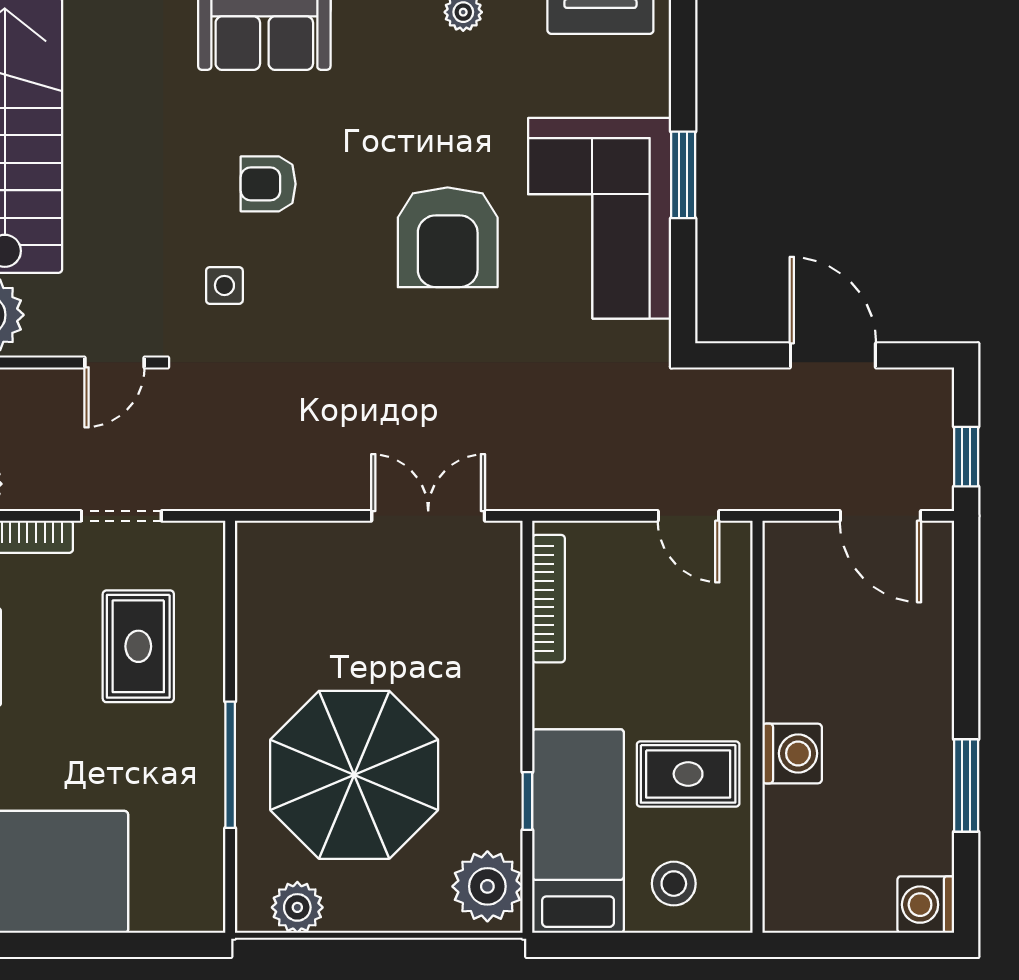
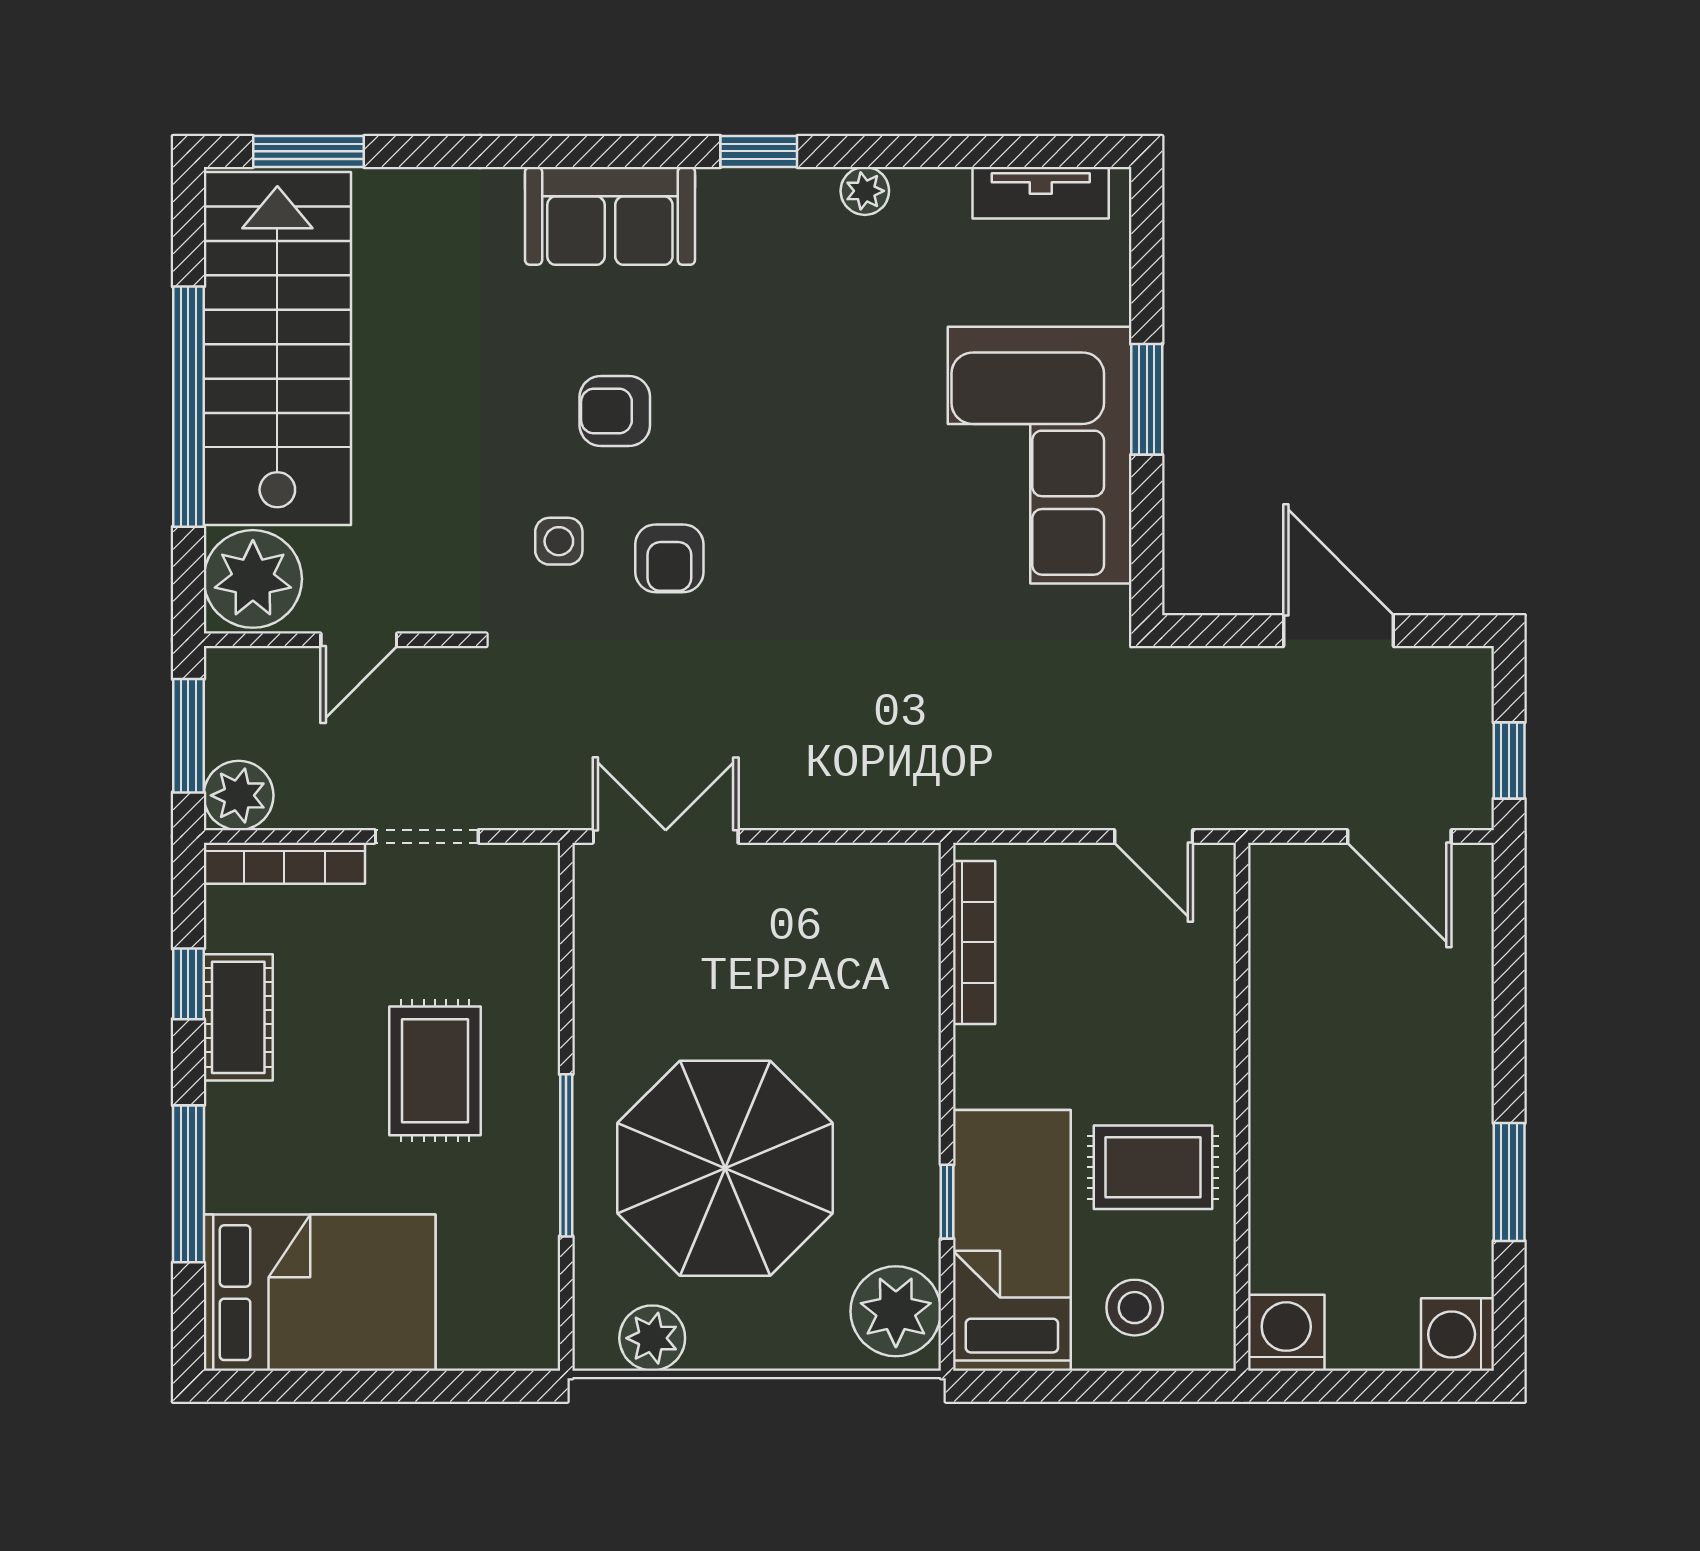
armchair: (448, 237) -> (669, 558), moved, width x0.53, depth x0.53
door: (114, 362) -> (359, 640), moved
double door: (428, 516) -> (666, 836), moved
rug: (138, 646) -> (435, 1071), moved
washing machine: (792, 753) -> (1286, 1333), moved, turned -90

